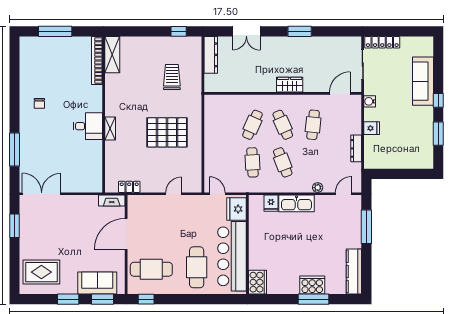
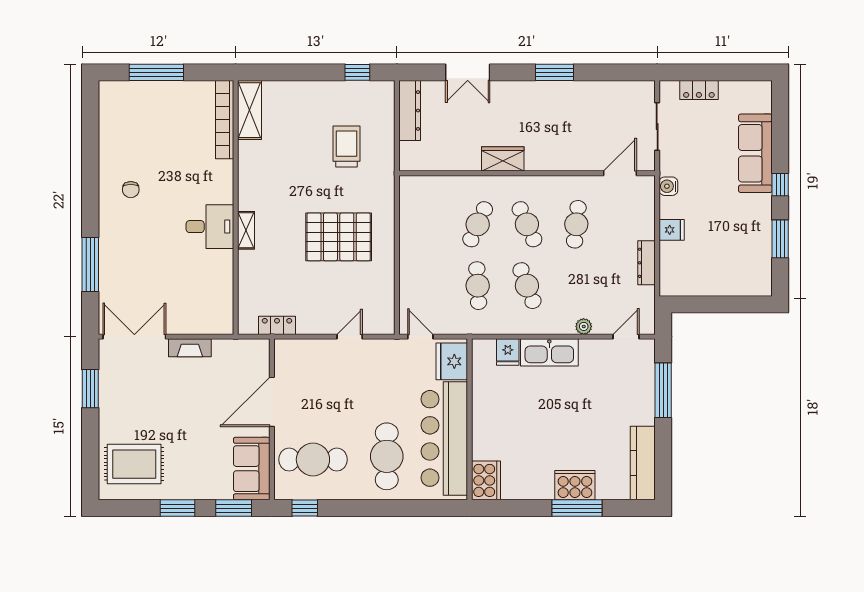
locker: (382, 42) -> (699, 90), width x0.66
wardrobe: (290, 85) -> (503, 159), moved
fireplace: (112, 201) -> (190, 348), moved
sofa: (97, 283) -> (252, 469), moved, turned -90

